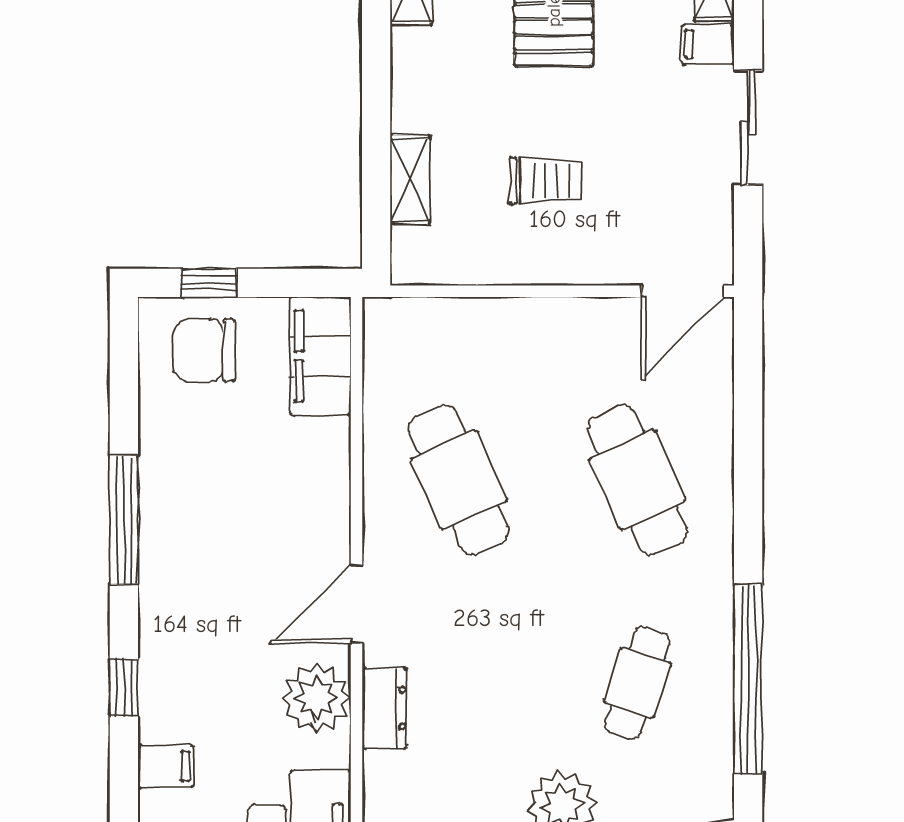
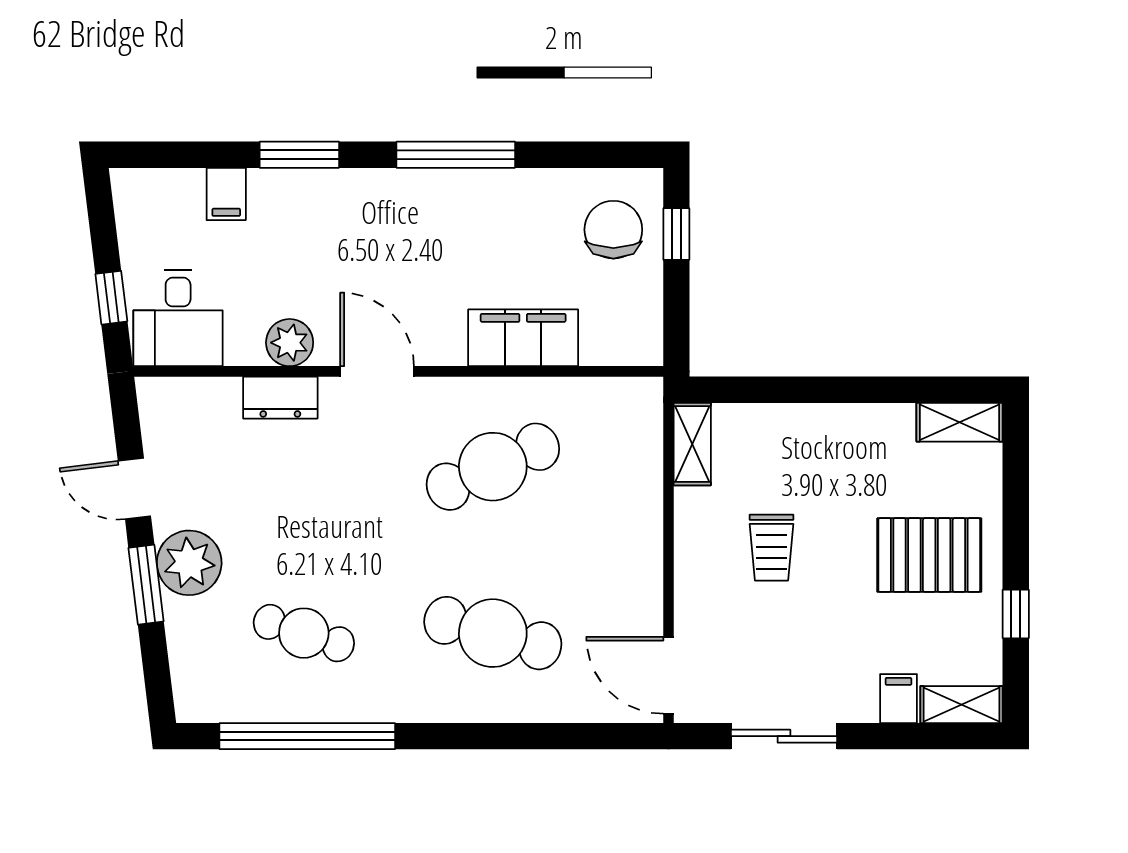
sliding door: (748, 128) -> (784, 736), moved
shelving: (410, 180) -> (692, 444), moved, turned 90
filing cabinet: (320, 356) -> (523, 338), moved
cafe table: (637, 480) -> (493, 633), turned 39
window: (124, 688) -> (299, 155), width x1.50
plant: (316, 698) -> (290, 343), width x0.73, depth x0.73

